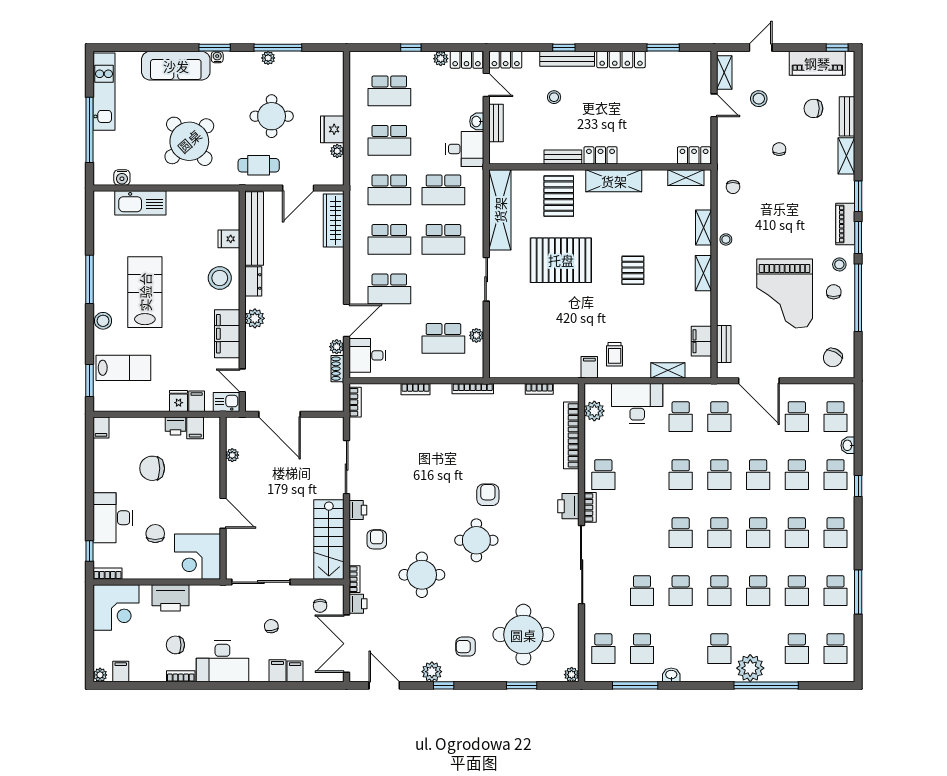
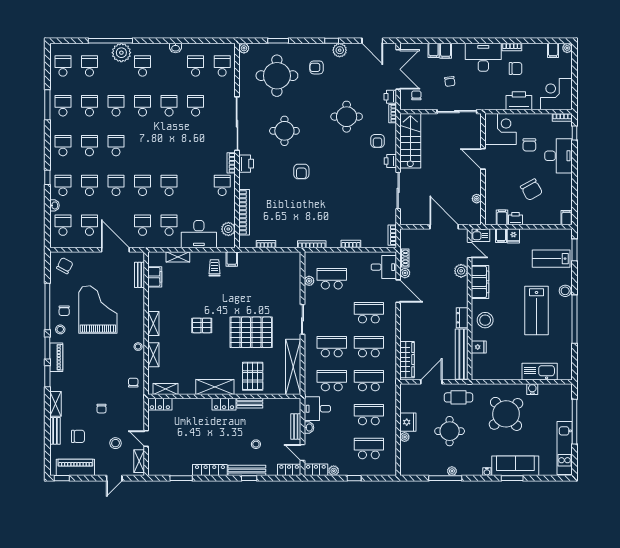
window: (215, 48) -> (512, 478), moved
plant: (337, 151) -> (405, 437), moved
water cooler: (122, 177) -> (532, 389), moved
pallet: (633, 270) -> (202, 325), turned 90
window: (90, 279) -> (574, 319), width x1.46
plant: (255, 318) -> (461, 271), moved
door: (347, 320) -> (398, 291), swing flipped
chair: (152, 468) -> (531, 190), turned 61
school desk: (681, 533) -> (169, 146), removed
school desk: (719, 533) -> (143, 146), removed
round table: (476, 540) -> (284, 131), moved
armchair: (466, 647) -> (317, 67), turned 180
window: (635, 685) -> (200, 41), removed

